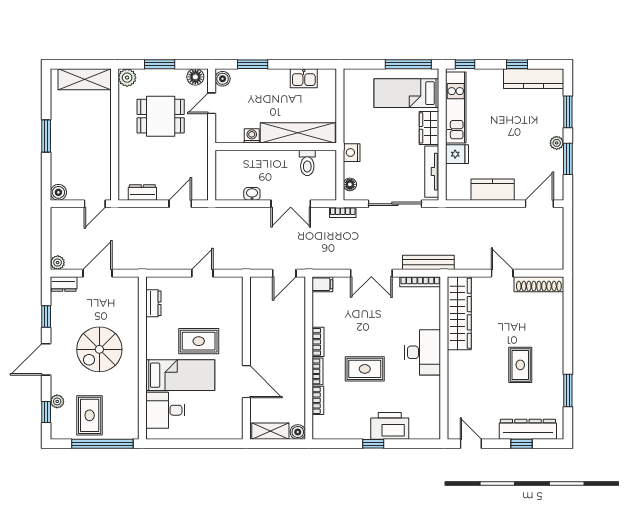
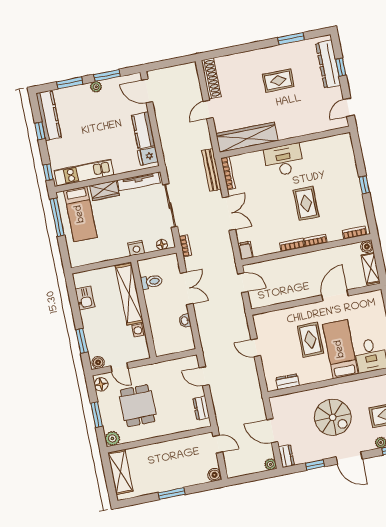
fridge: (457, 154) -> (148, 156), moved, turned -90
bookcase: (318, 400) -> (354, 232), moved
printer: (390, 426) -> (347, 175), removed

